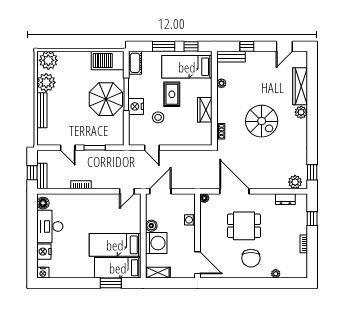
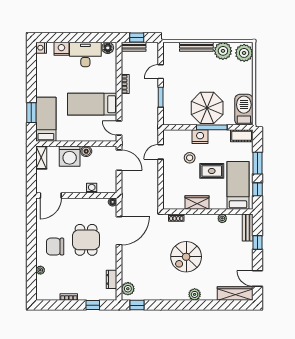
wardrobe: (300, 86) -> (235, 294), moved
bed: (115, 245) -> (92, 104), moved, turned -90

